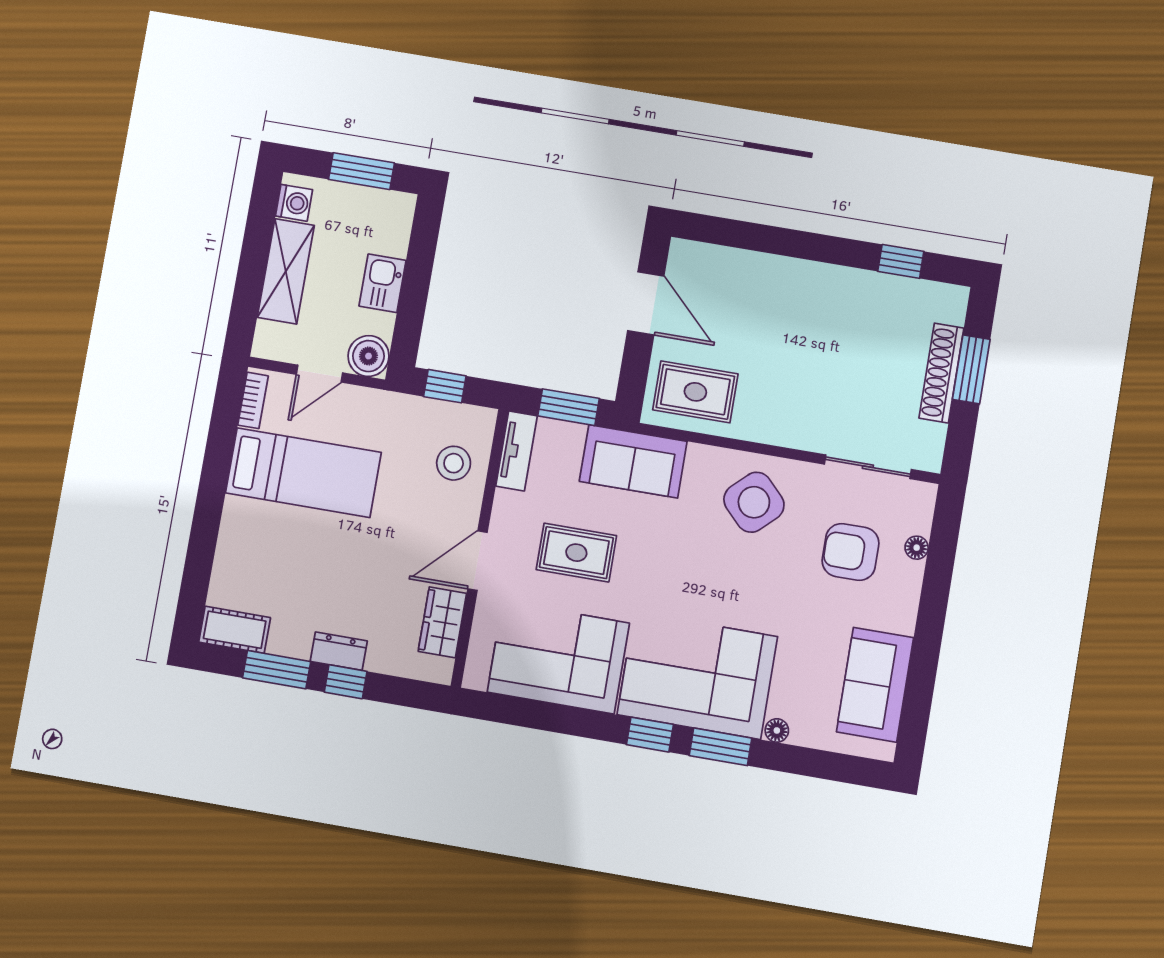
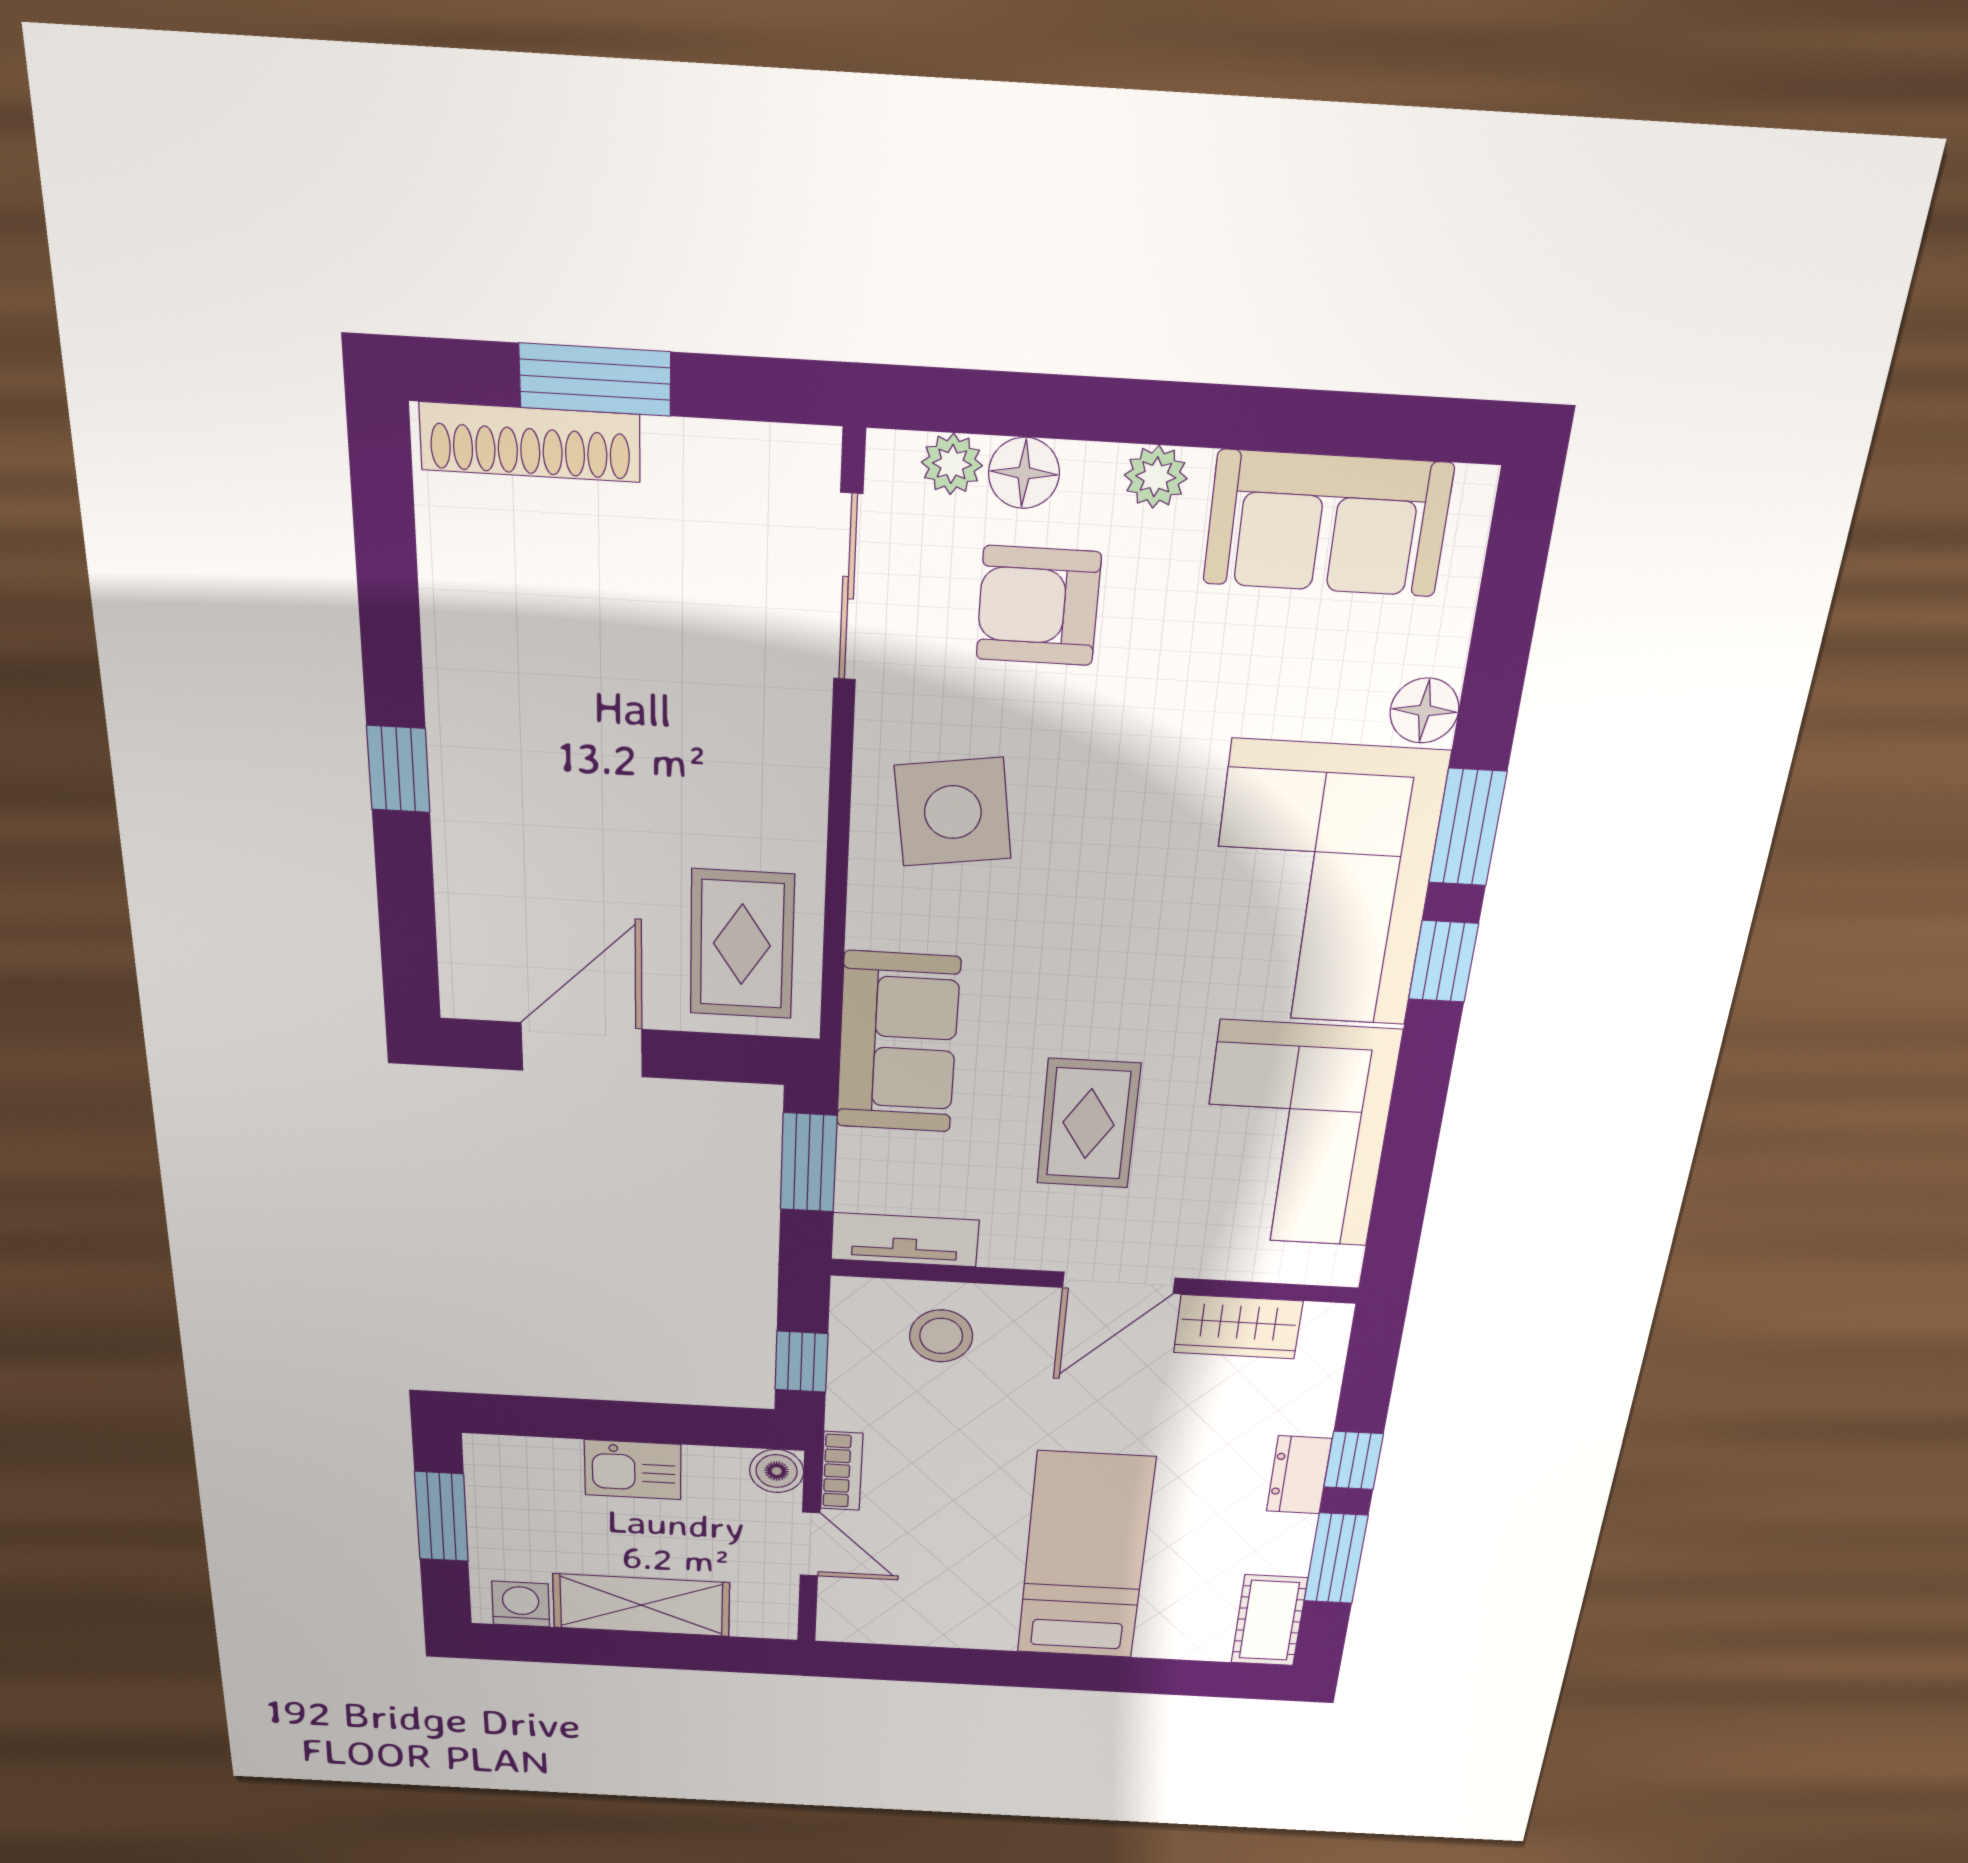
window: (901, 261) -> (398, 769), moved
boiler: (368, 356) -> (777, 1471), width x0.73, depth x0.73
shoe rack: (941, 373) -> (530, 442), moved
bookcase: (253, 400) -> (842, 1471), moved, turned 90
bed: (303, 473) -> (1085, 1556), moved
side table: (754, 502) -> (953, 812), turned 36
plant: (919, 520) -> (952, 464), added
floor lamp: (917, 548) -> (1024, 473), width x1.37, depth x1.37
armchair: (850, 552) -> (1038, 606), turned 90
door: (477, 561) -> (1119, 1283), hinge flipped
plant: (904, 609) -> (1156, 477), added
floor lamp: (777, 730) -> (1424, 711), width x1.37, depth x1.37

